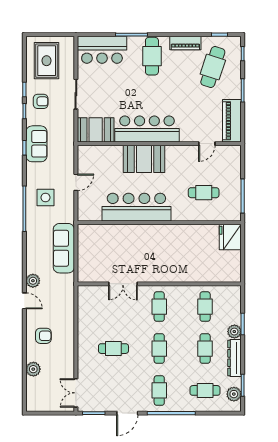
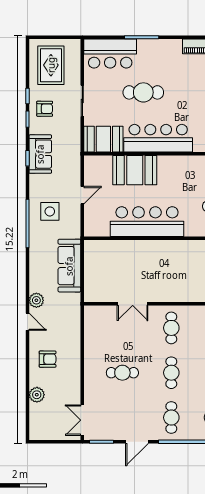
cafe table: (152, 56) -> (143, 92), moved, turned 90
booth: (144, 159) -> (135, 170), moved

